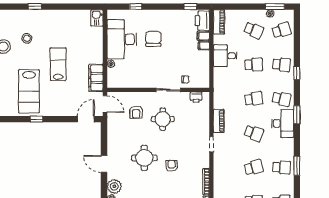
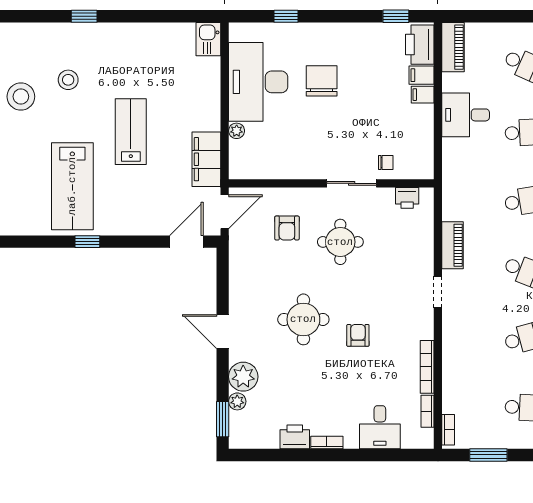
door: (105, 104) -> (225, 212), hinge flipped

